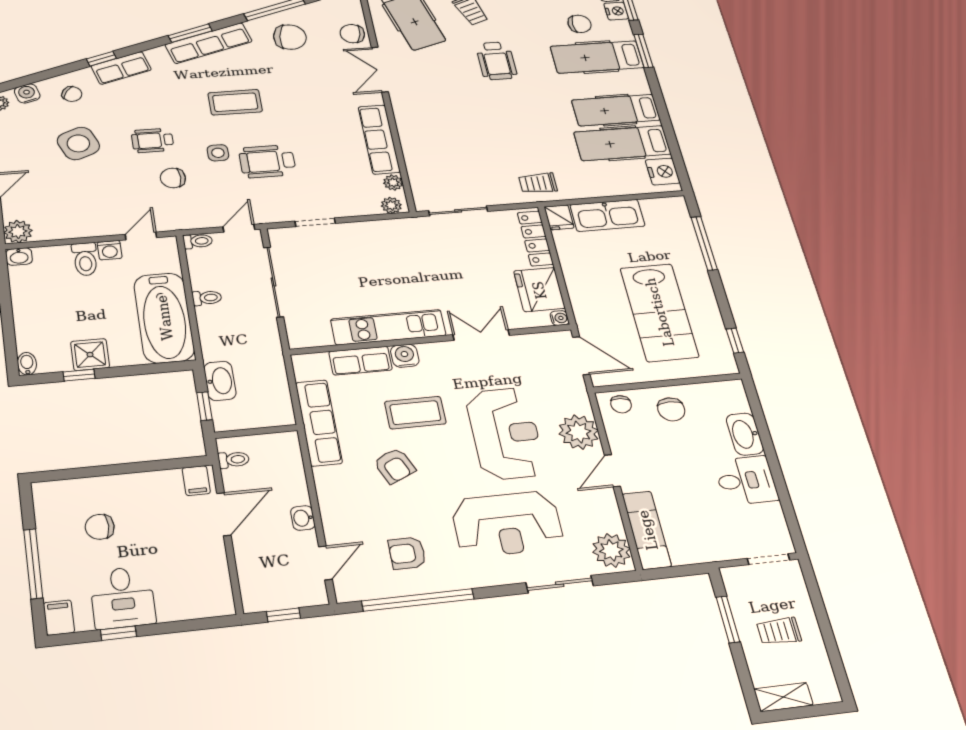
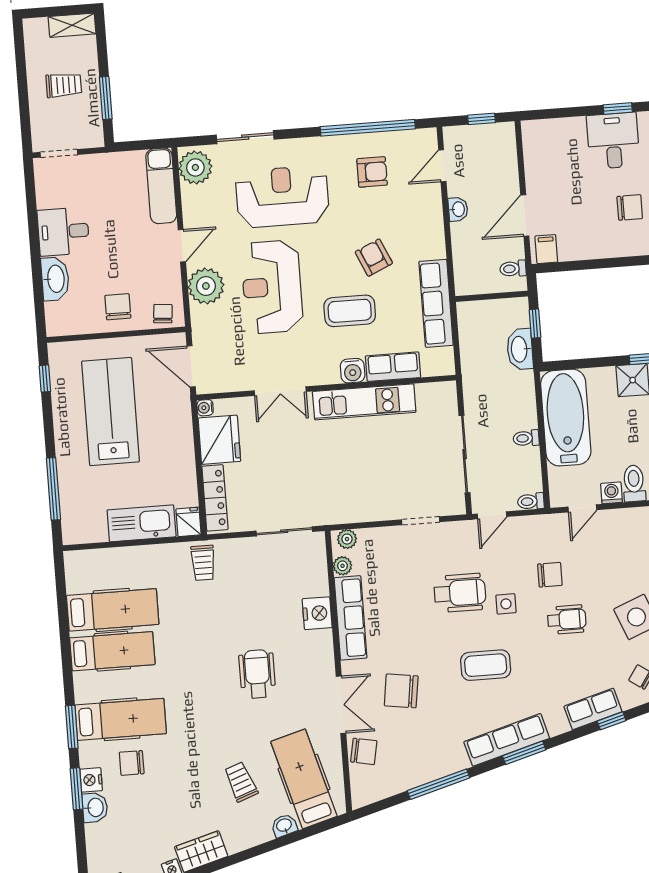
chair: (290, 37) -> (401, 691), moved
wheelchair: (496, 61) -> (257, 674), moved
nightstand: (663, 172) -> (317, 613), moved, turned 180
trolley: (538, 183) -> (203, 563), turned 90

